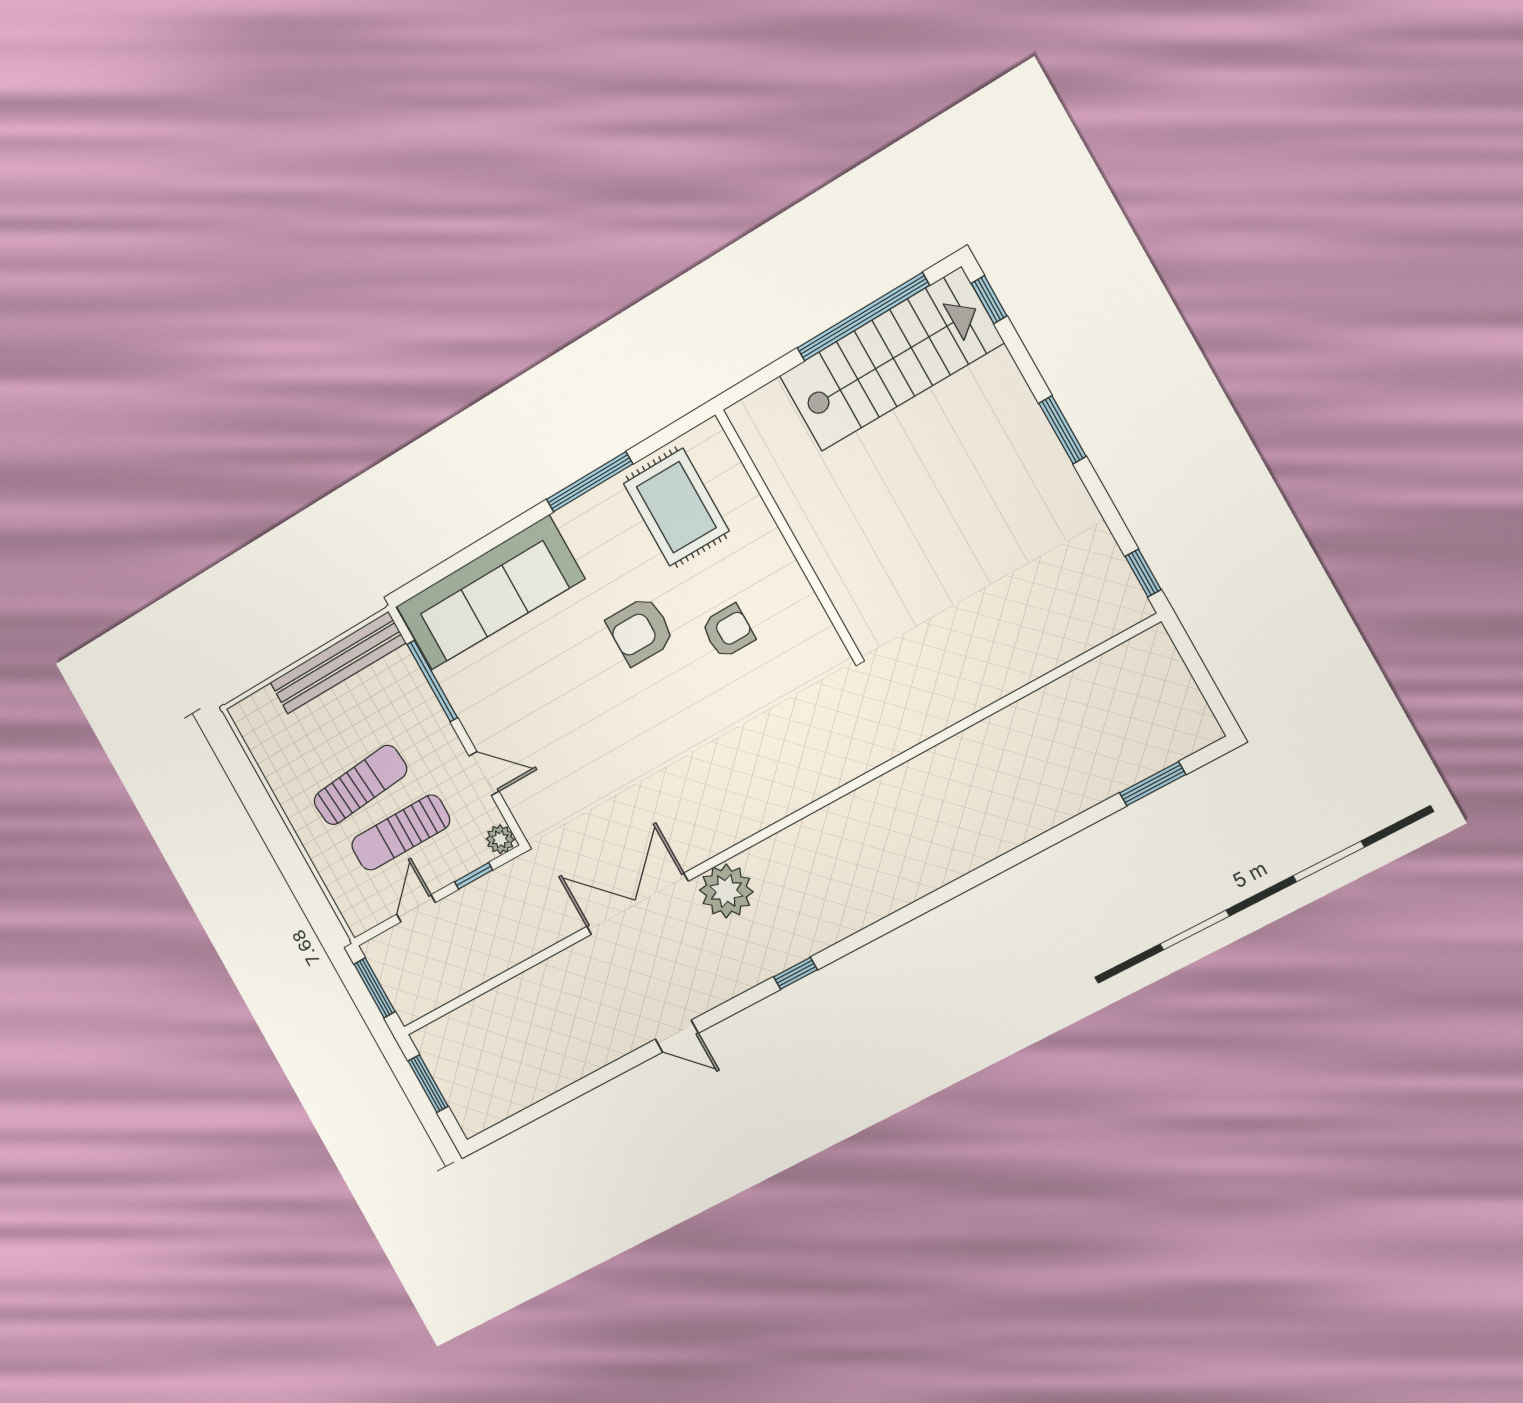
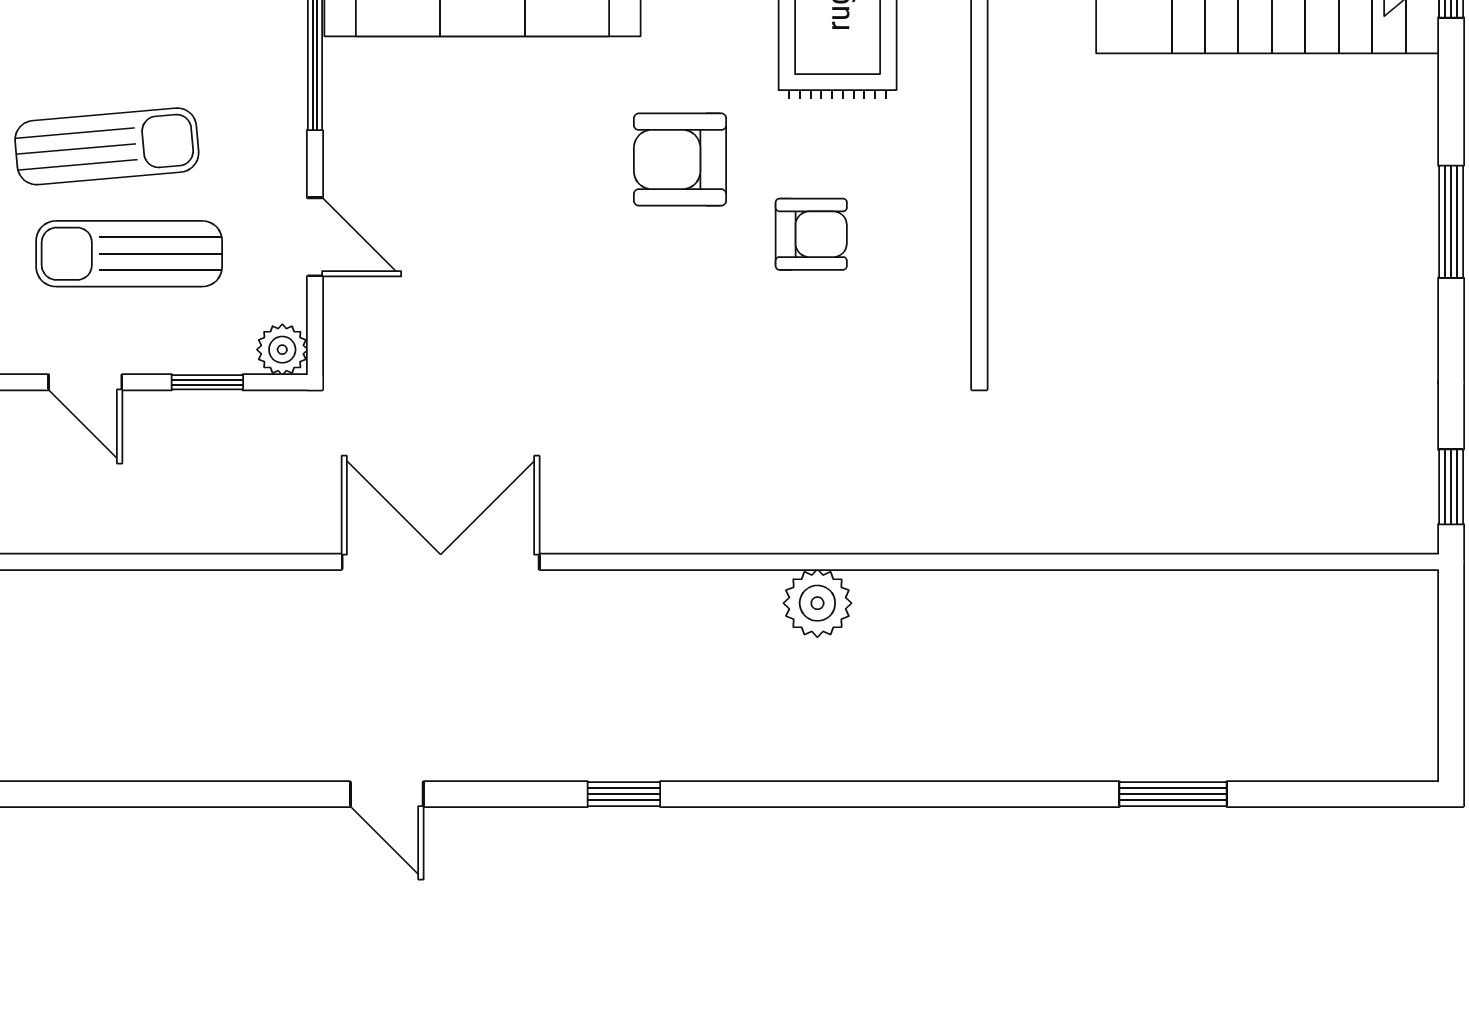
window: (1153, 784) -> (1173, 794), moved
plant: (726, 891) -> (817, 603), moved, width x0.73, depth x0.73
door: (416, 908) -> (85, 382), swing flipped

